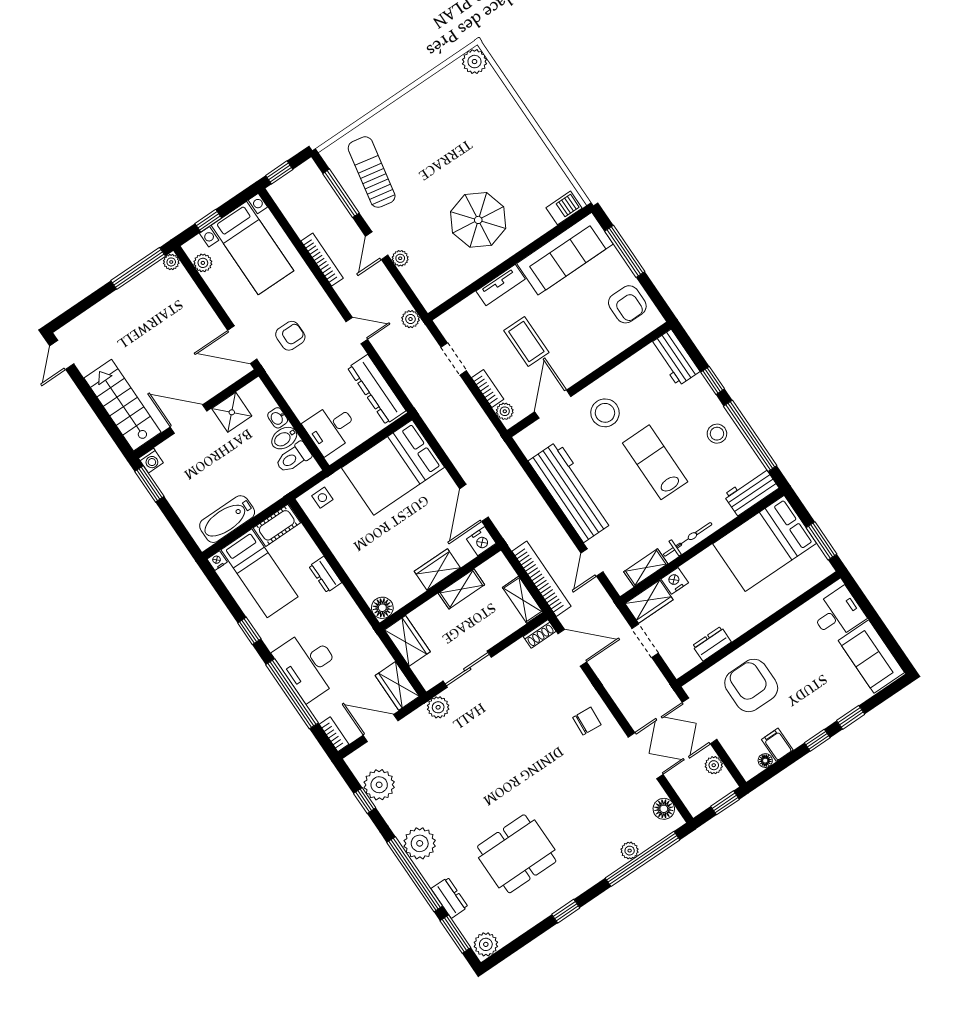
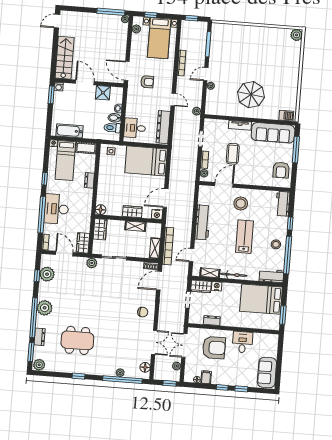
sun lounger: (372, 172) -> (226, 45), removed
workbench: (571, 492) -> (203, 222), width x0.73, depth x0.76
desk: (838, 614) -> (242, 342), moved, turned -90
door: (572, 648) -> (159, 281), swing flipped
armchair: (751, 685) -> (214, 348), turned 90

